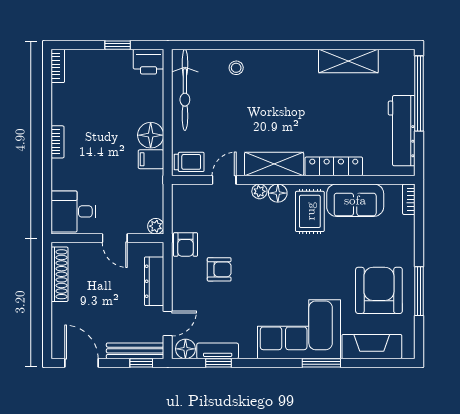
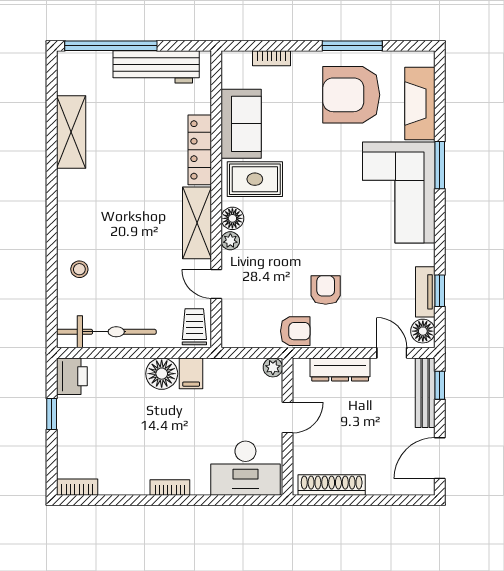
bookcase: (409, 199) -> (272, 58), moved
desk: (73, 211) -> (245, 468), width x1.37

